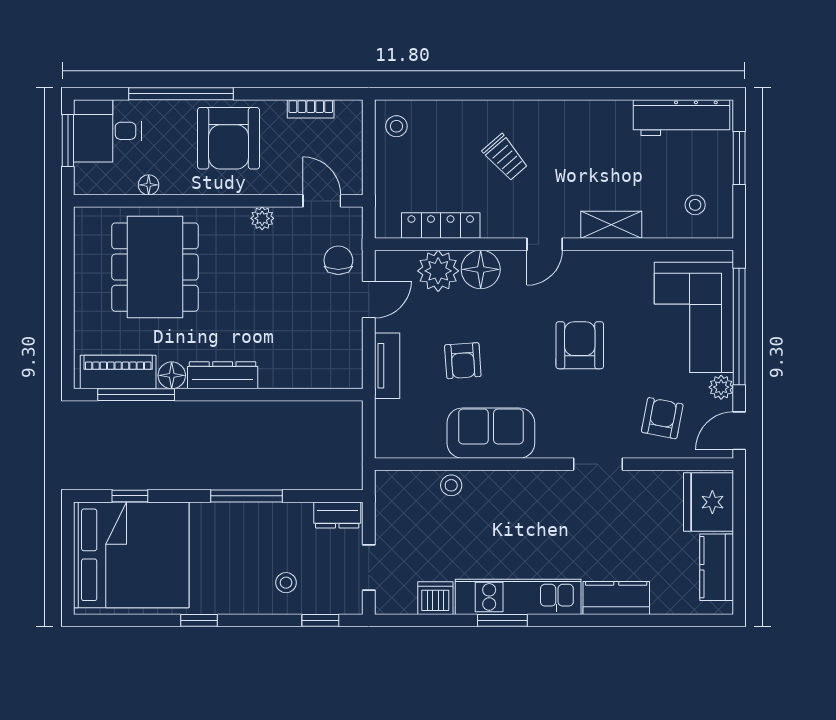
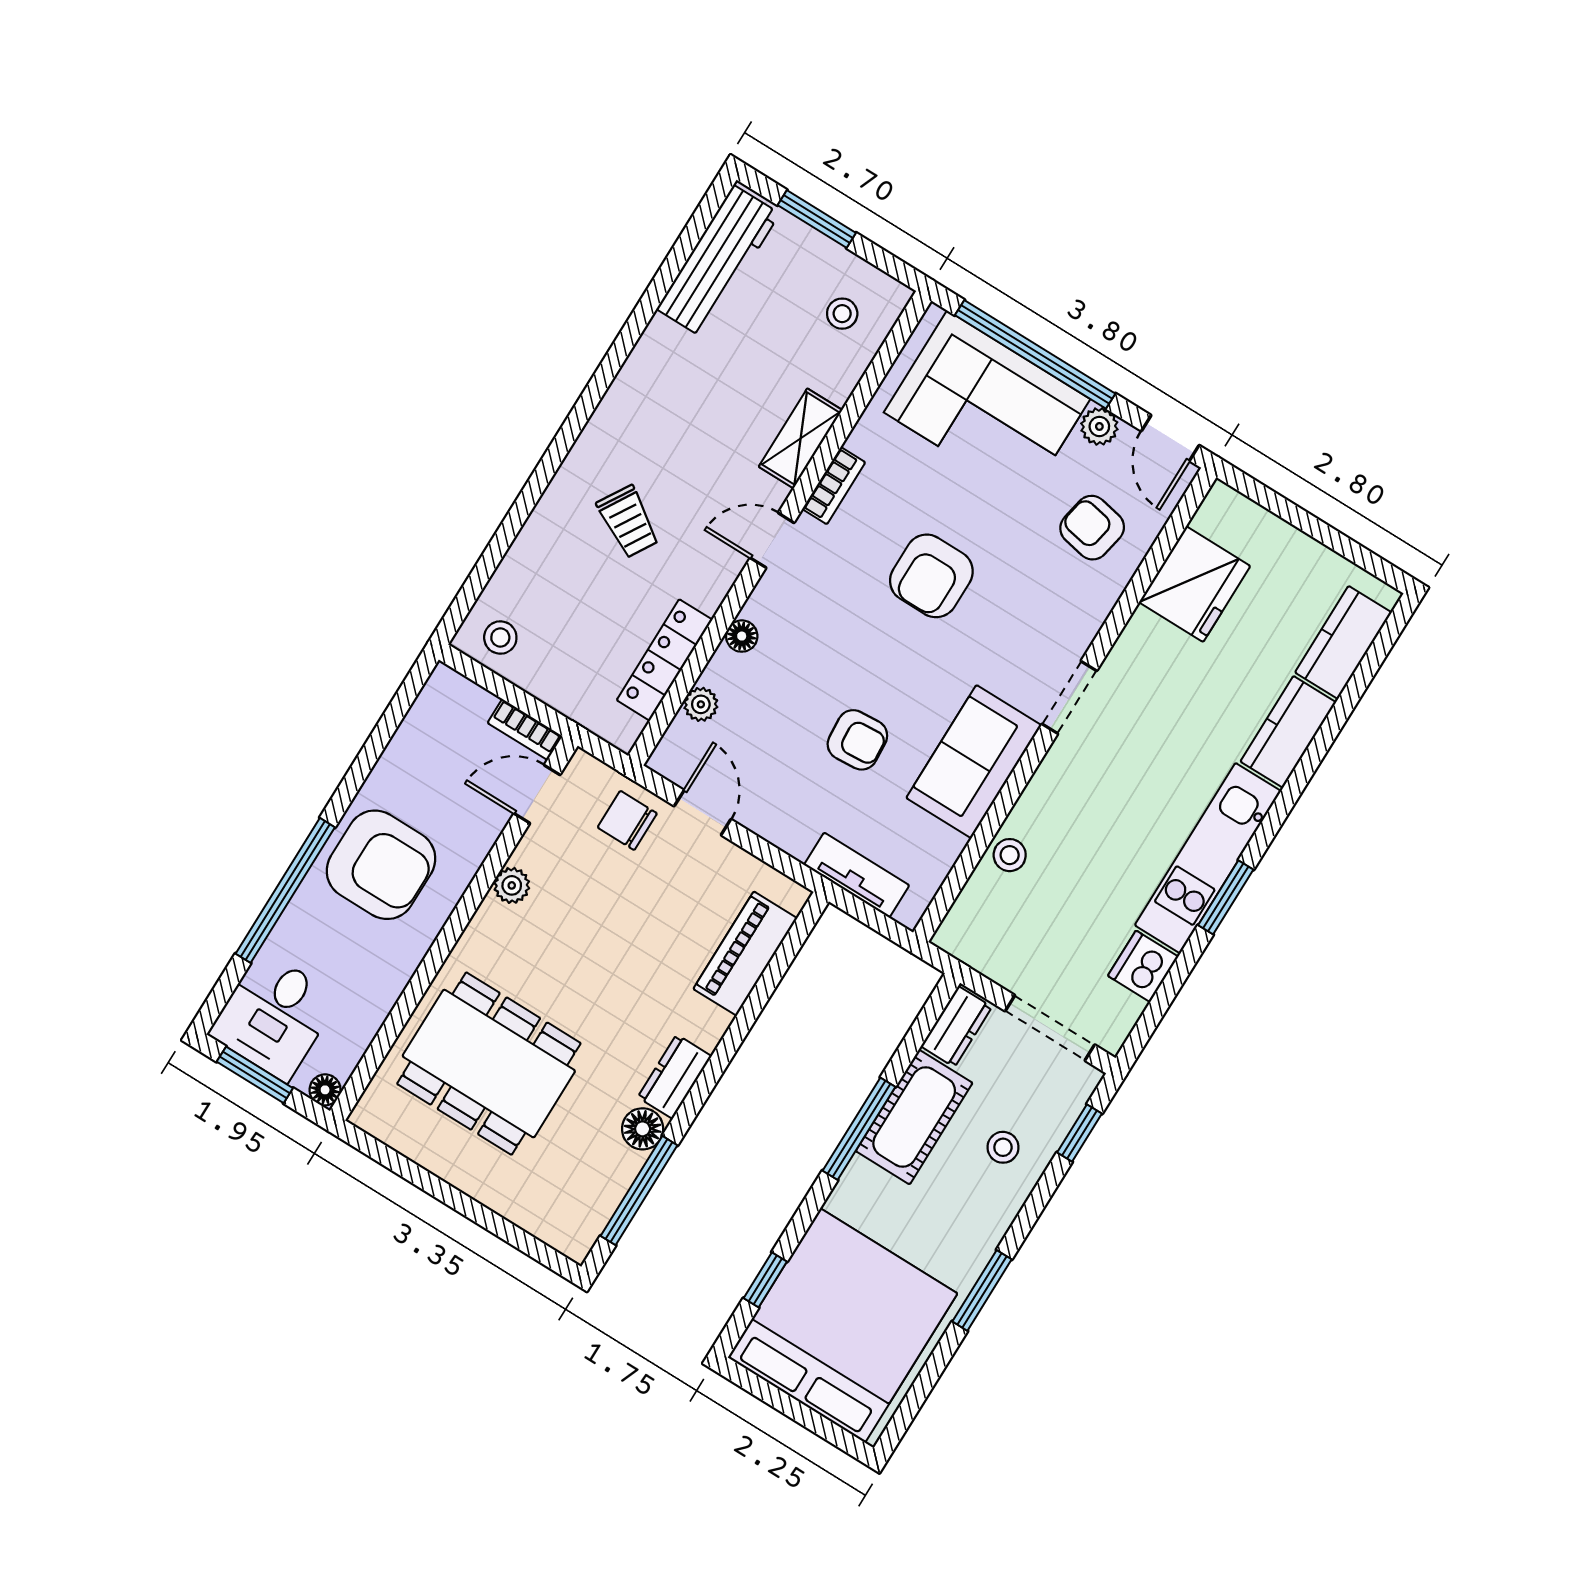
bookcase: (311, 109) -> (525, 730), moved, turned 90
trolley: (505, 157) -> (628, 522), turned 72
floor lamp: (149, 185) -> (325, 1090), moved
door: (545, 244) -> (772, 540), swing flipped
bookcase: (596, 260) -> (834, 486), added
floor lamp: (481, 269) -> (742, 636), width x0.53, depth x0.53
plant: (438, 271) -> (701, 704), width x0.53, depth x0.53
armchair: (580, 345) -> (931, 576), turned -90
tv unit: (387, 366) -> (857, 875), moved
piano: (118, 372) -> (745, 954), moved
dresser: (223, 375) -> (675, 1077), width x0.70
doorway: (598, 464) -> (1069, 697), moved
fridge: (708, 502) -> (1195, 584), moved, turned -90
cot: (272, 523) -> (914, 1117), added
doorway: (369, 567) -> (1050, 1028), width x1.38
kitchen counter: (717, 567) -> (1343, 642), moved, turned 90
window: (199, 620) -> (982, 1290), width x1.50

